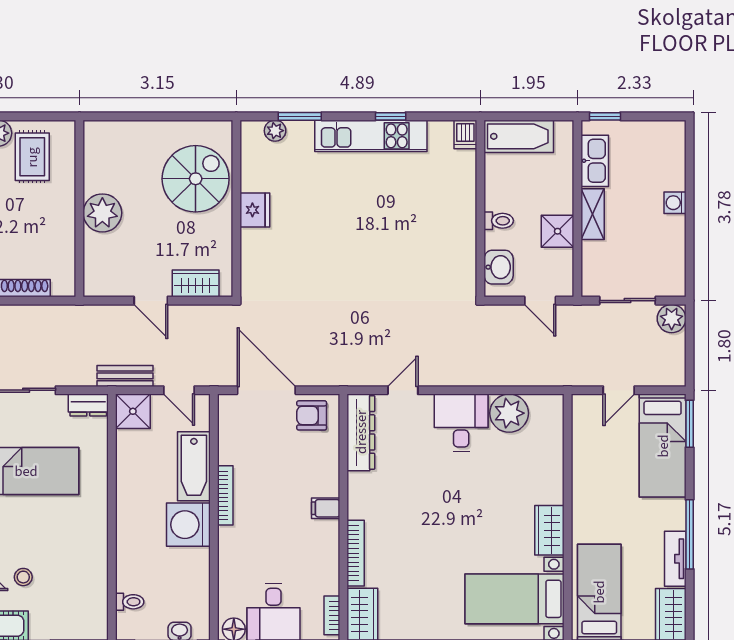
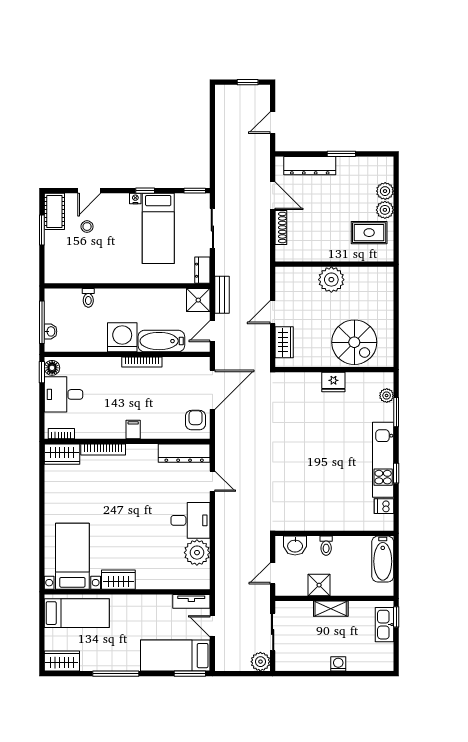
dishwasher: (465, 134) -> (384, 506), moved
kitchen sink: (595, 161) -> (385, 625), moved, turned 90
tv unit: (675, 559) -> (191, 601), moved, turned 180
toilet: (130, 602) -> (88, 298), moved

